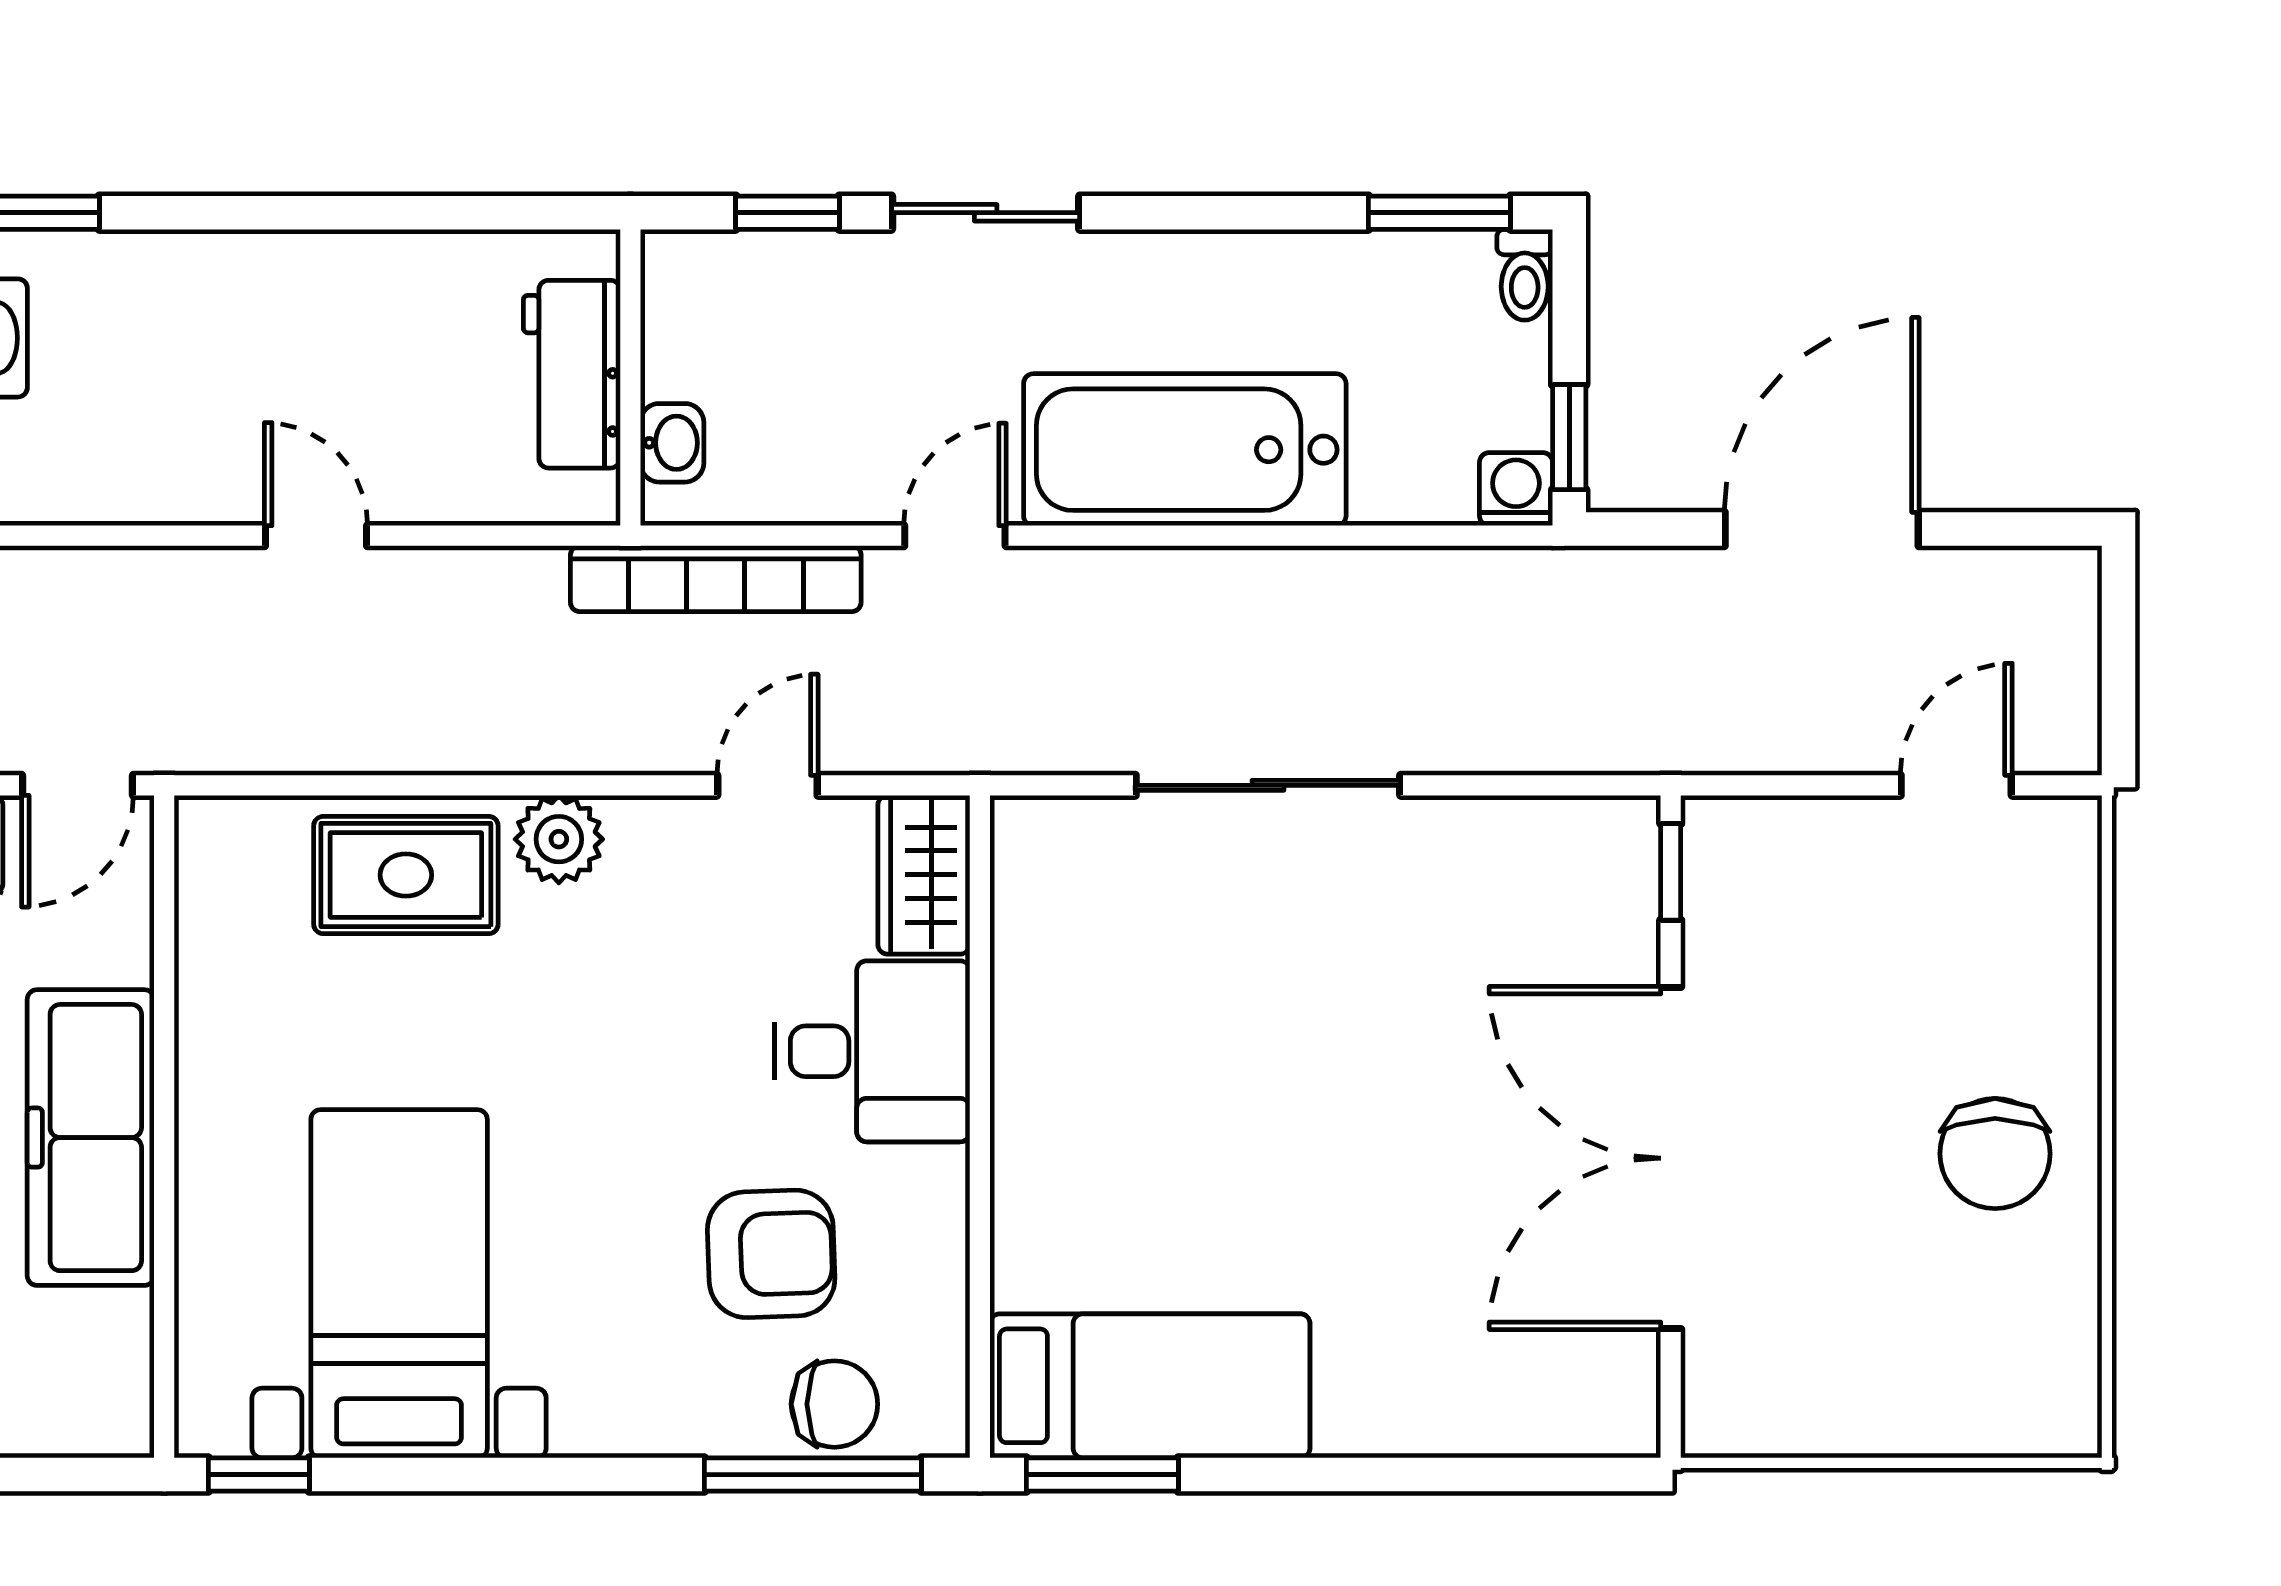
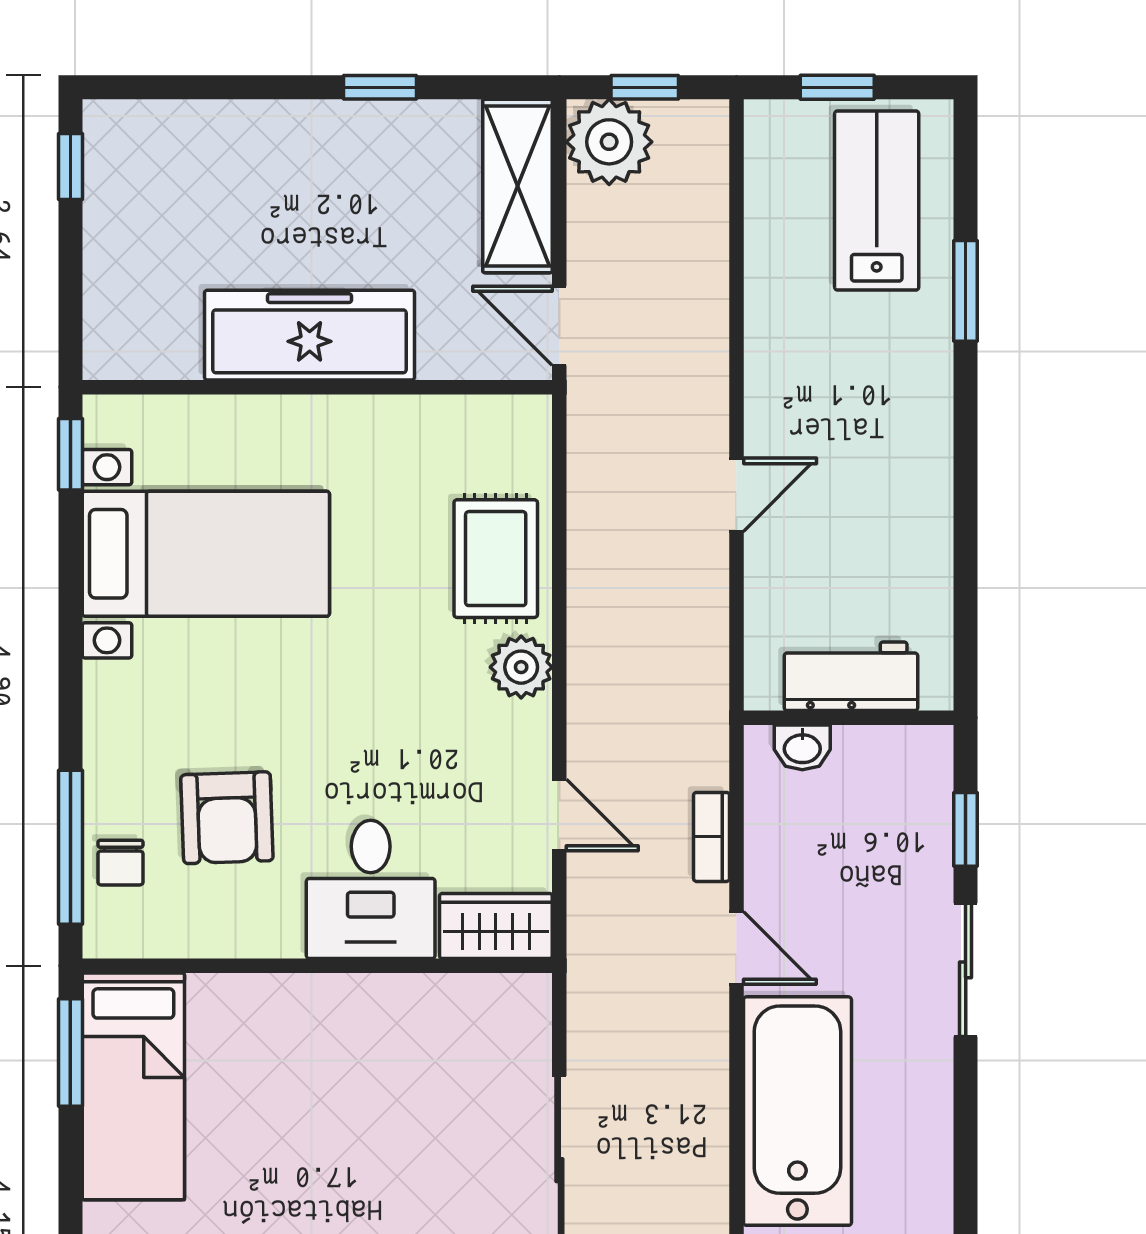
bookcase: (716, 579) -> (712, 837), width x0.43, depth x0.76
chair: (834, 1404) -> (120, 863), width x0.73, depth x0.73

